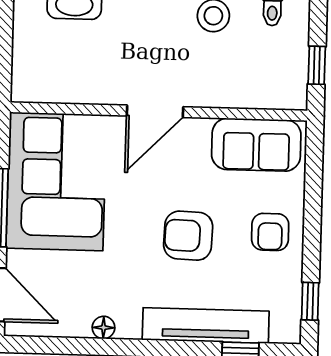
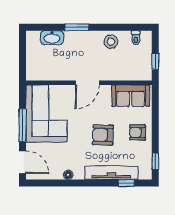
armchair: (270, 232) -> (138, 132), turned 90

